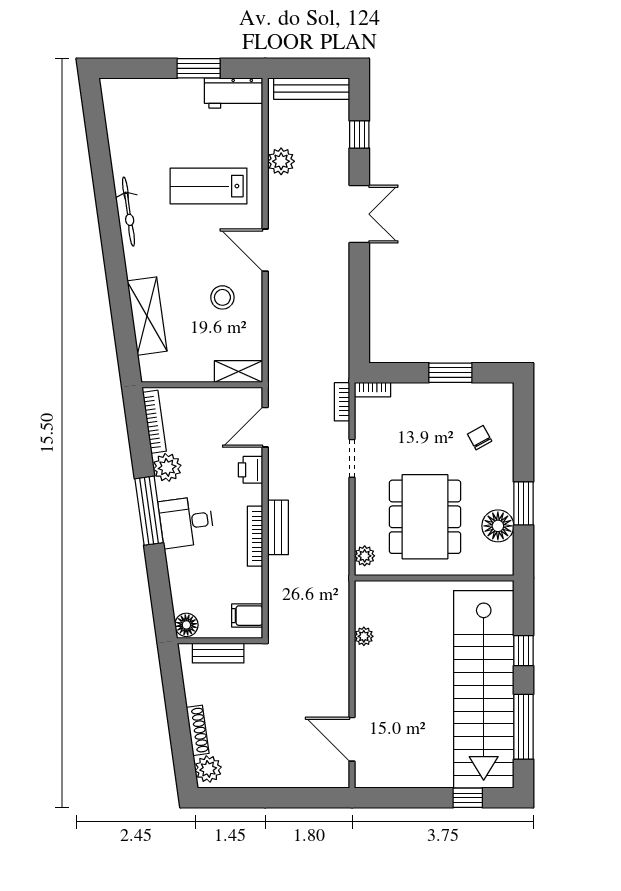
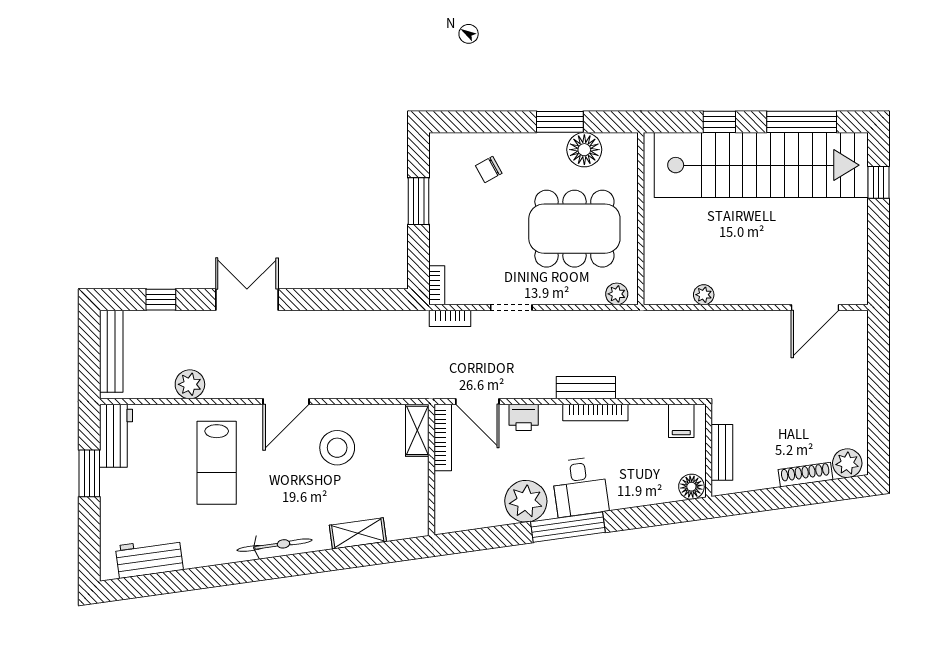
workbench: (121, 124) -> (149, 558), added
bicycle: (128, 212) -> (274, 545), moved
stool: (222, 297) -> (337, 448), width x1.38, depth x1.38
shelving: (147, 316) -> (358, 533), width x0.67, depth x0.75
bookcase: (154, 422) -> (443, 437), moved, turned 98
plant: (167, 467) -> (526, 501), width x1.36, depth x1.36

